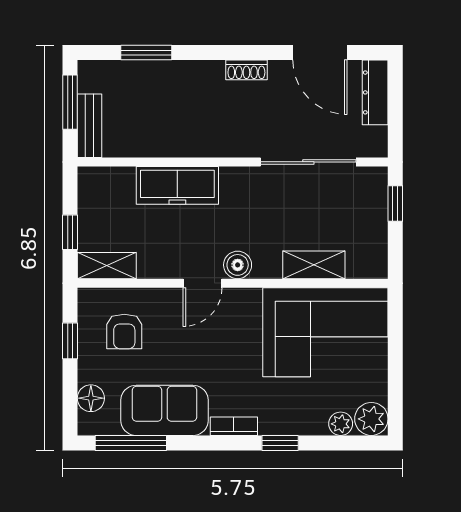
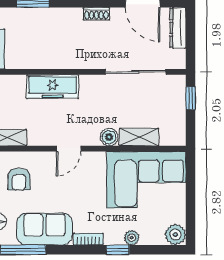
boiler: (238, 265) -> (109, 137), moved
plant: (341, 424) -> (132, 238), moved

